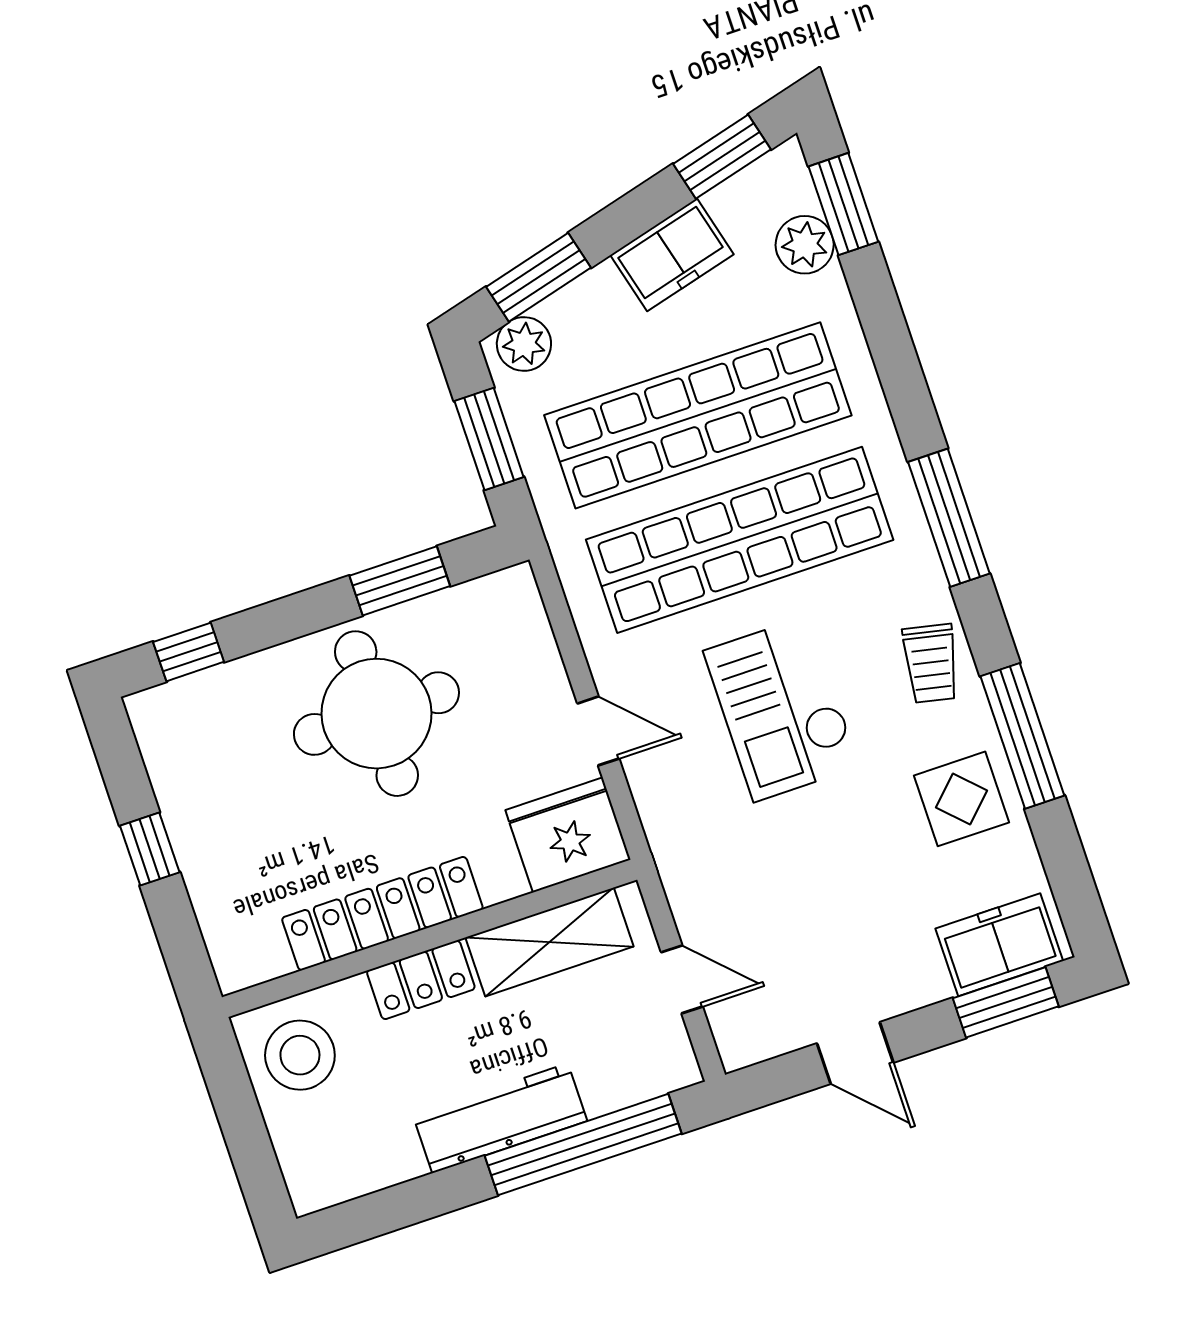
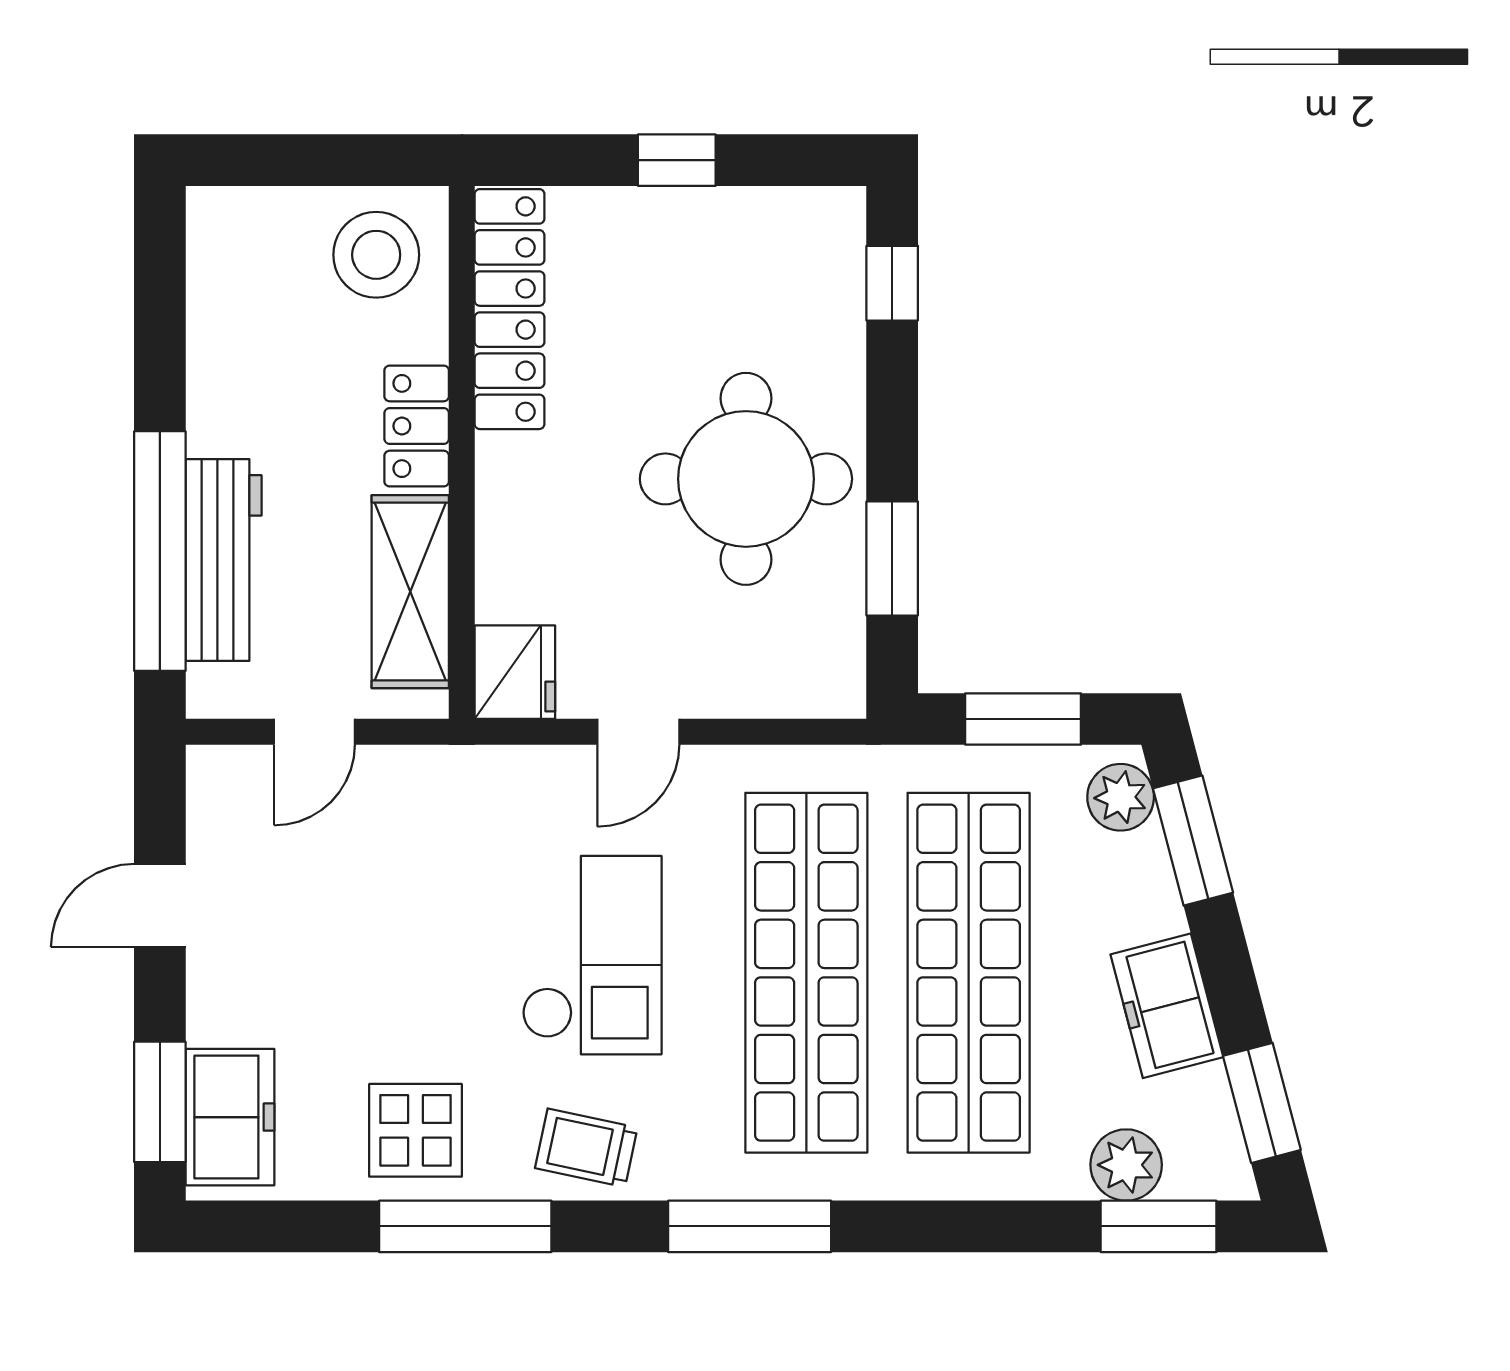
checkout: (782, 709) -> (592, 955), turned 90
fridge: (568, 835) -> (515, 672), width x0.73, depth x0.75
locker: (382, 914) -> (510, 309), moved
workbench: (500, 1118) -> (224, 560), moved

